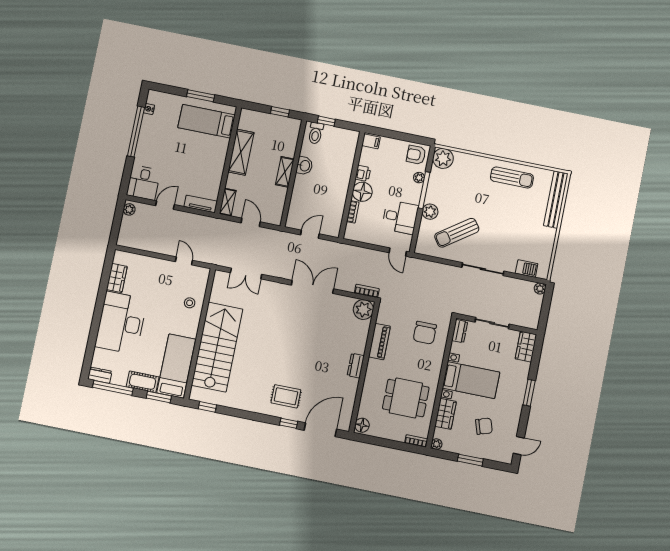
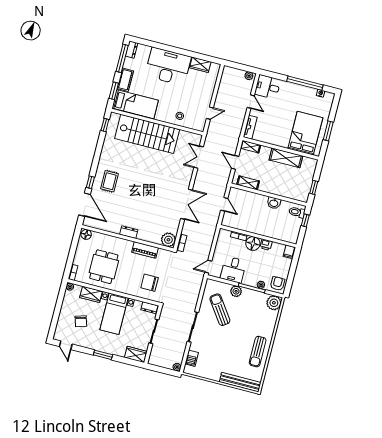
bed: (207, 121) -> (305, 133), width x1.50
shelving: (285, 172) -> (248, 183), moved
door: (251, 222) -> (235, 162), swing flipped
window: (470, 460) -> (57, 310), removed

